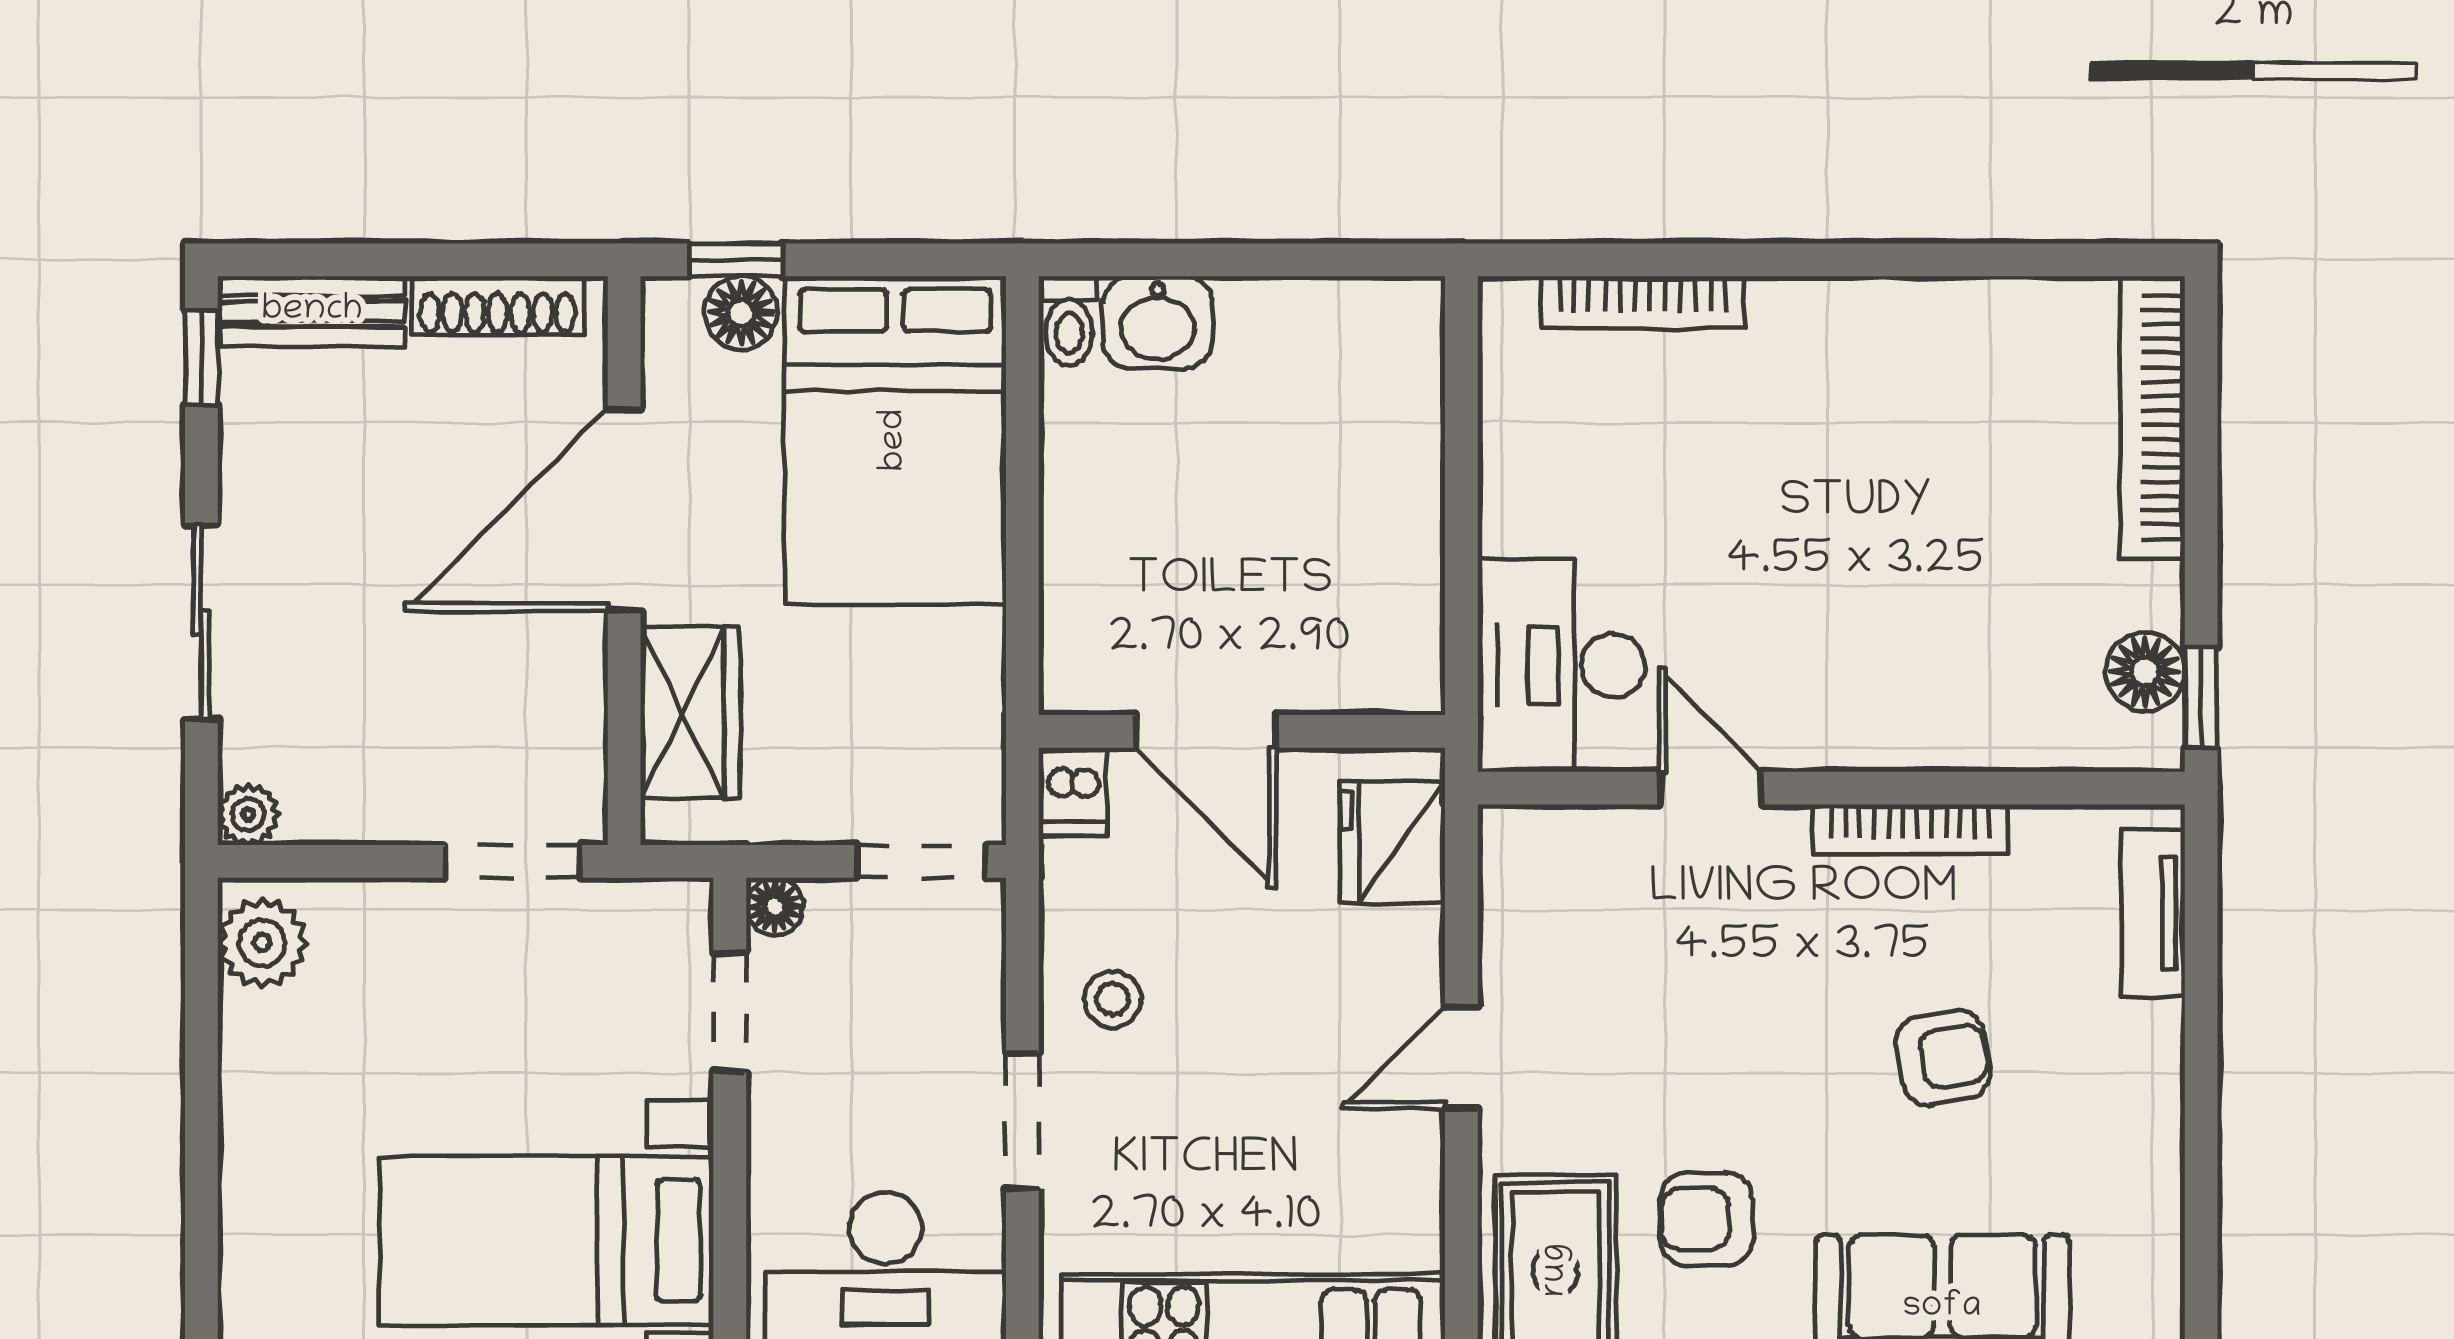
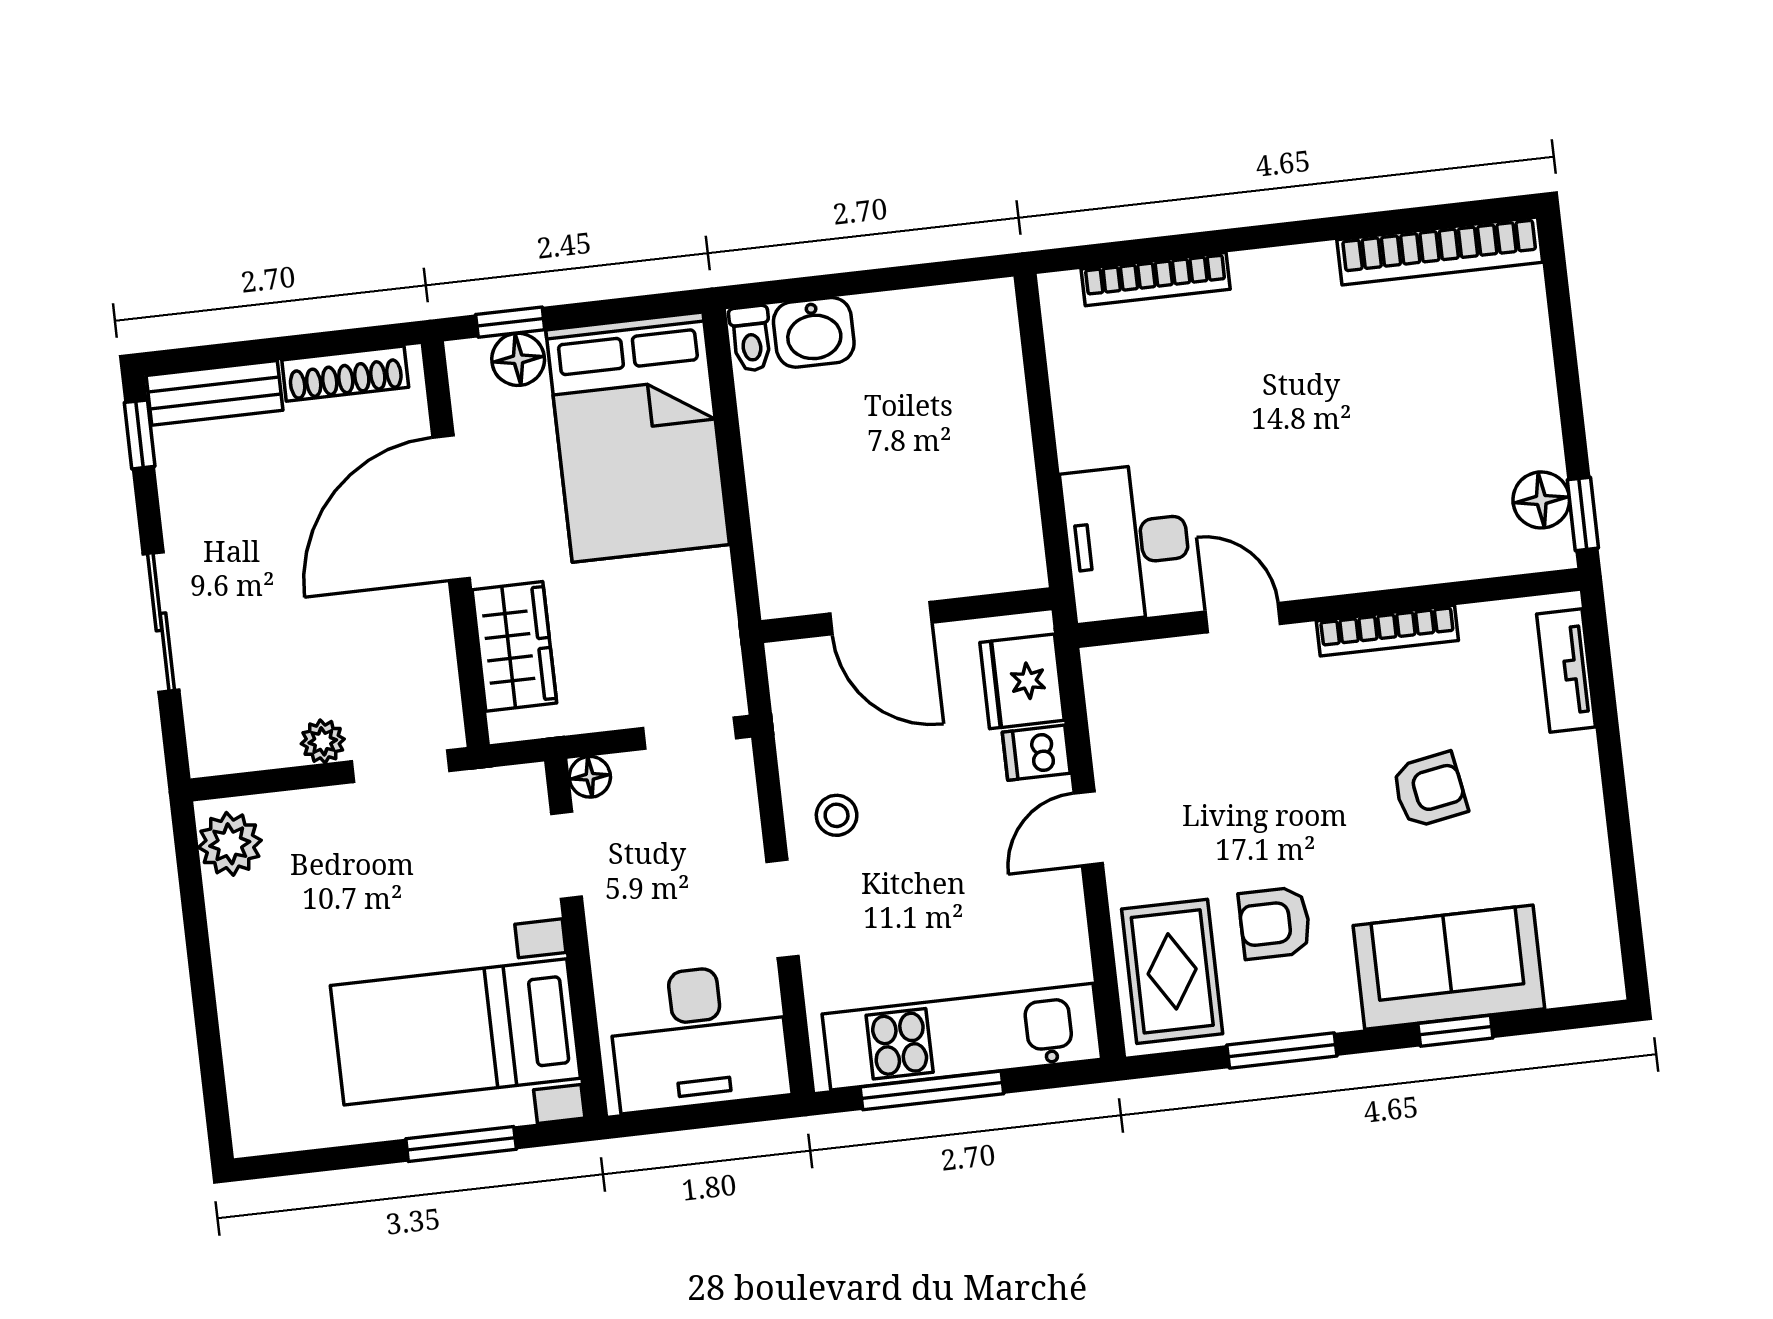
bookcase: (2153, 418) -> (1440, 251), moved, turned -90
dishwasher: (1073, 792) -> (1036, 753), moved, turned 90
plant: (248, 815) -> (323, 741), moved

